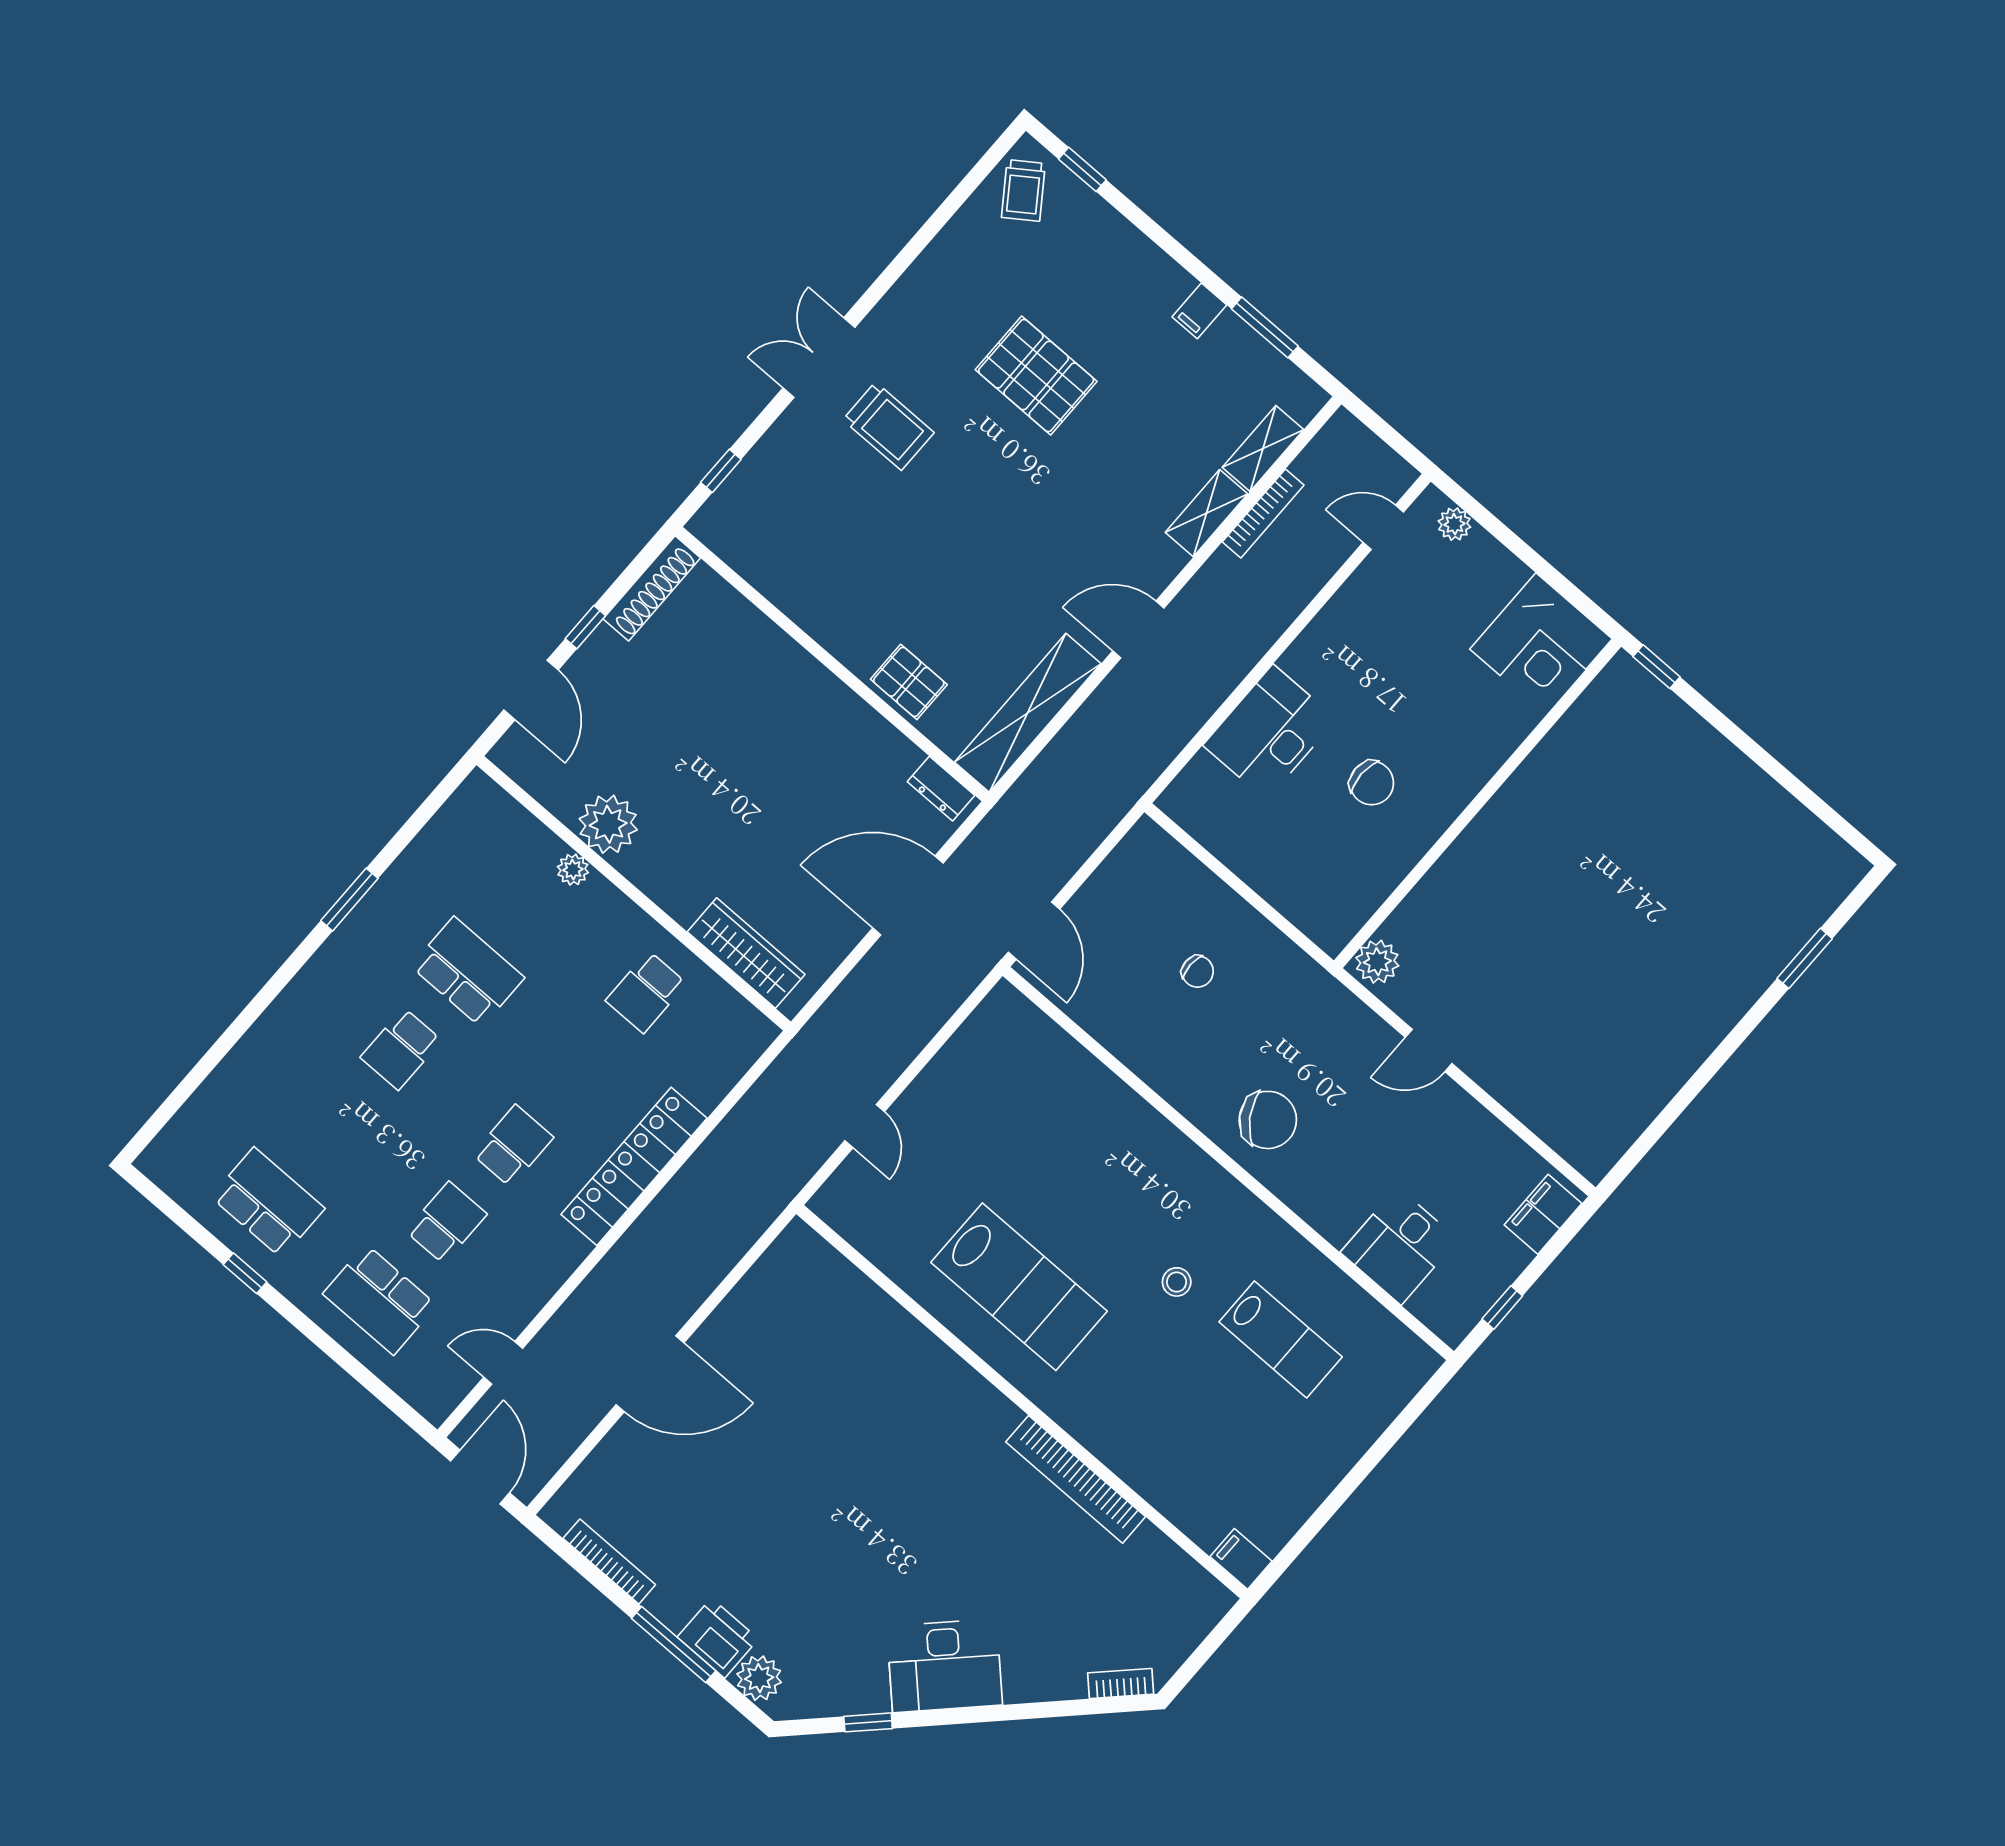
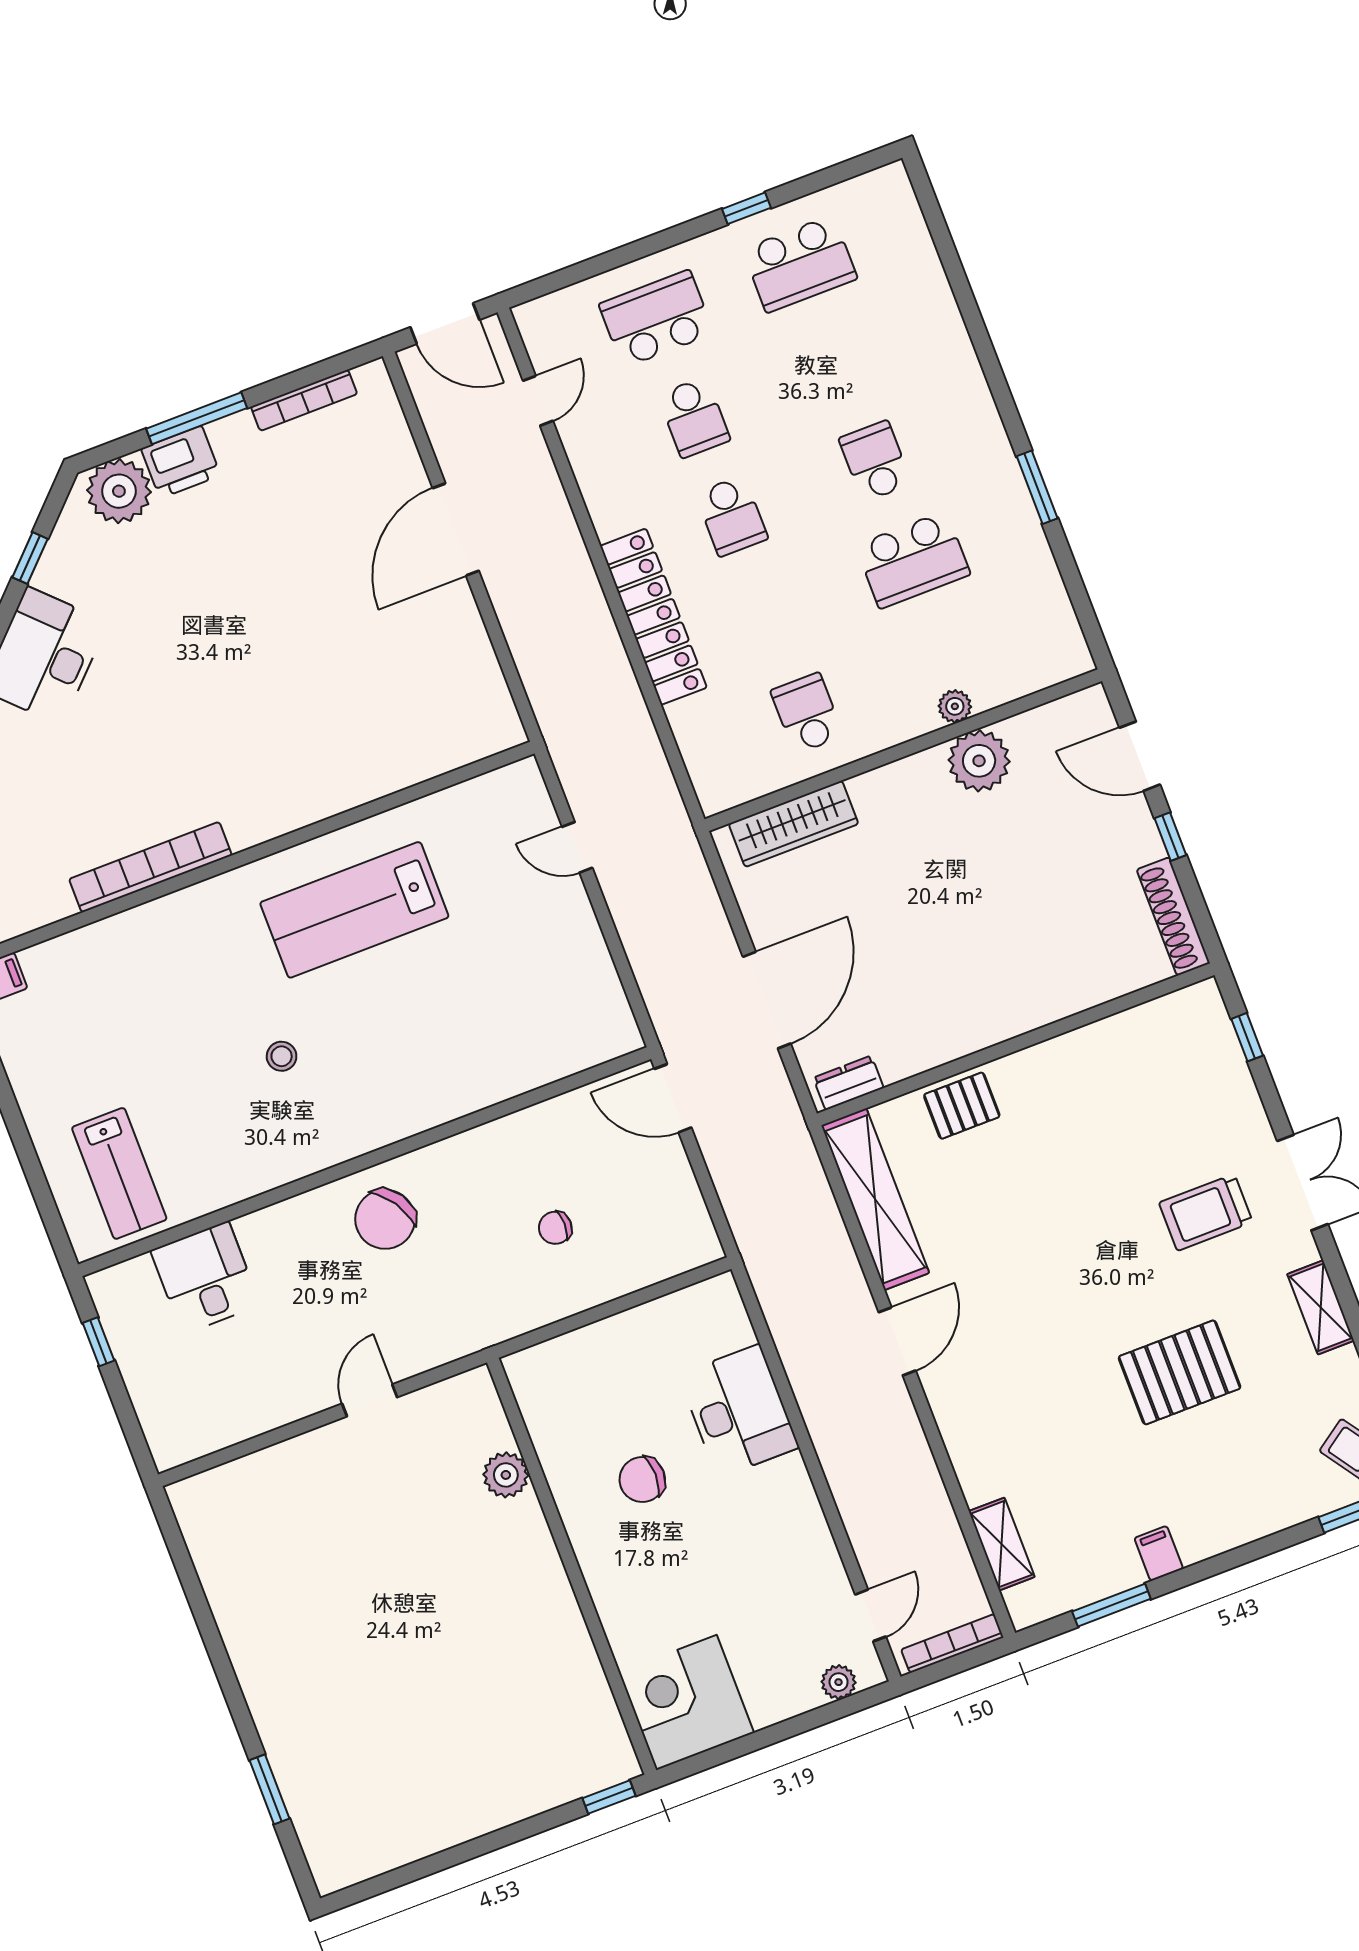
shelving: (1207, 513) -> (1321, 1307), moved
bookcase: (1263, 513) -> (952, 1643), moved, turned 90
plant: (1377, 962) -> (506, 1475), moved
filing cabinet: (1543, 1214) -> (164, 1425), removed
lab bench: (1281, 1339) -> (119, 1173), moved, turned -90
plant: (759, 1678) -> (119, 491), width x1.36, depth x1.36

